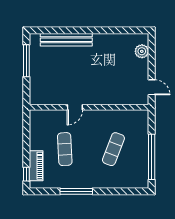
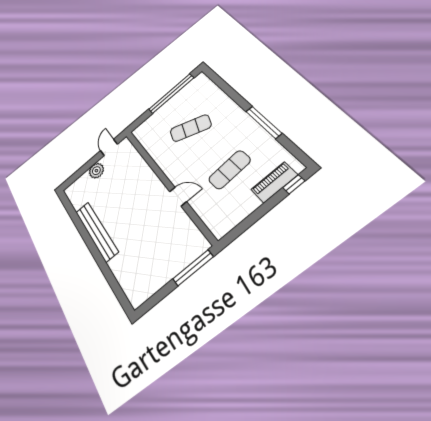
bench: (66, 40) -> (96, 231), moved
plant: (142, 51) -> (96, 171), moved
window: (26, 61) -> (193, 268), moved

